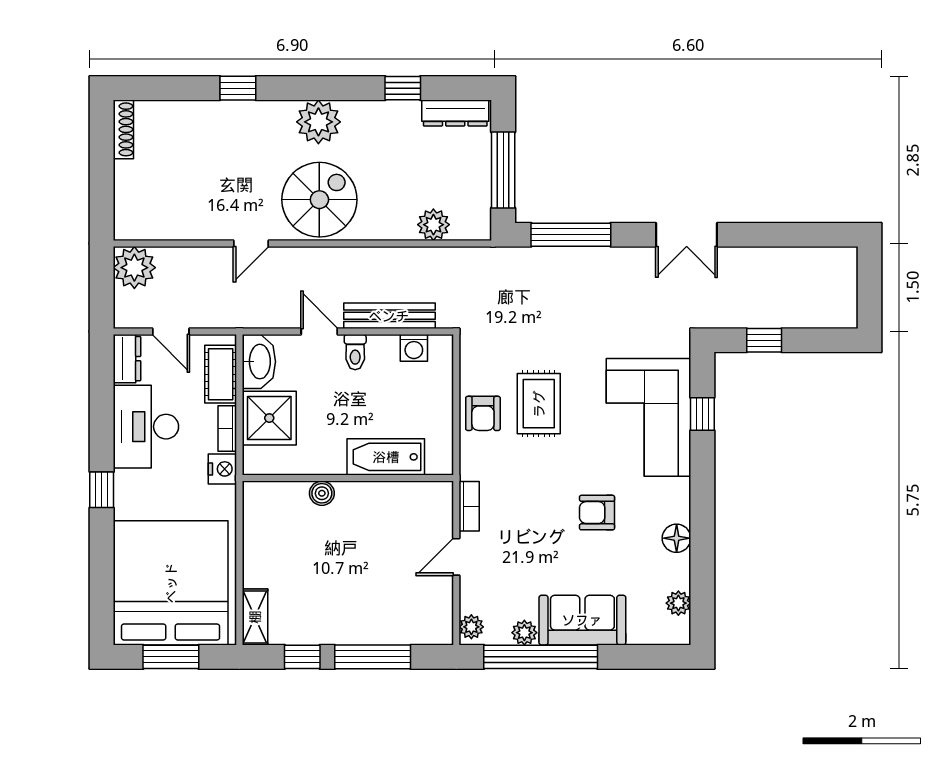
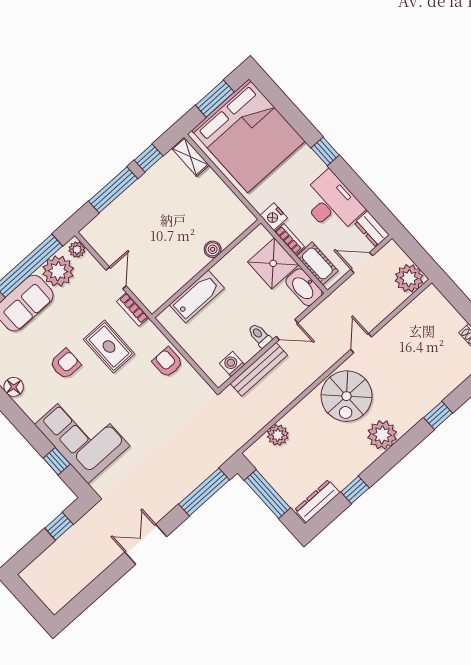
rug: (539, 404) -> (109, 347), moved
plant: (524, 633) -> (58, 271), width x1.88, depth x1.88

